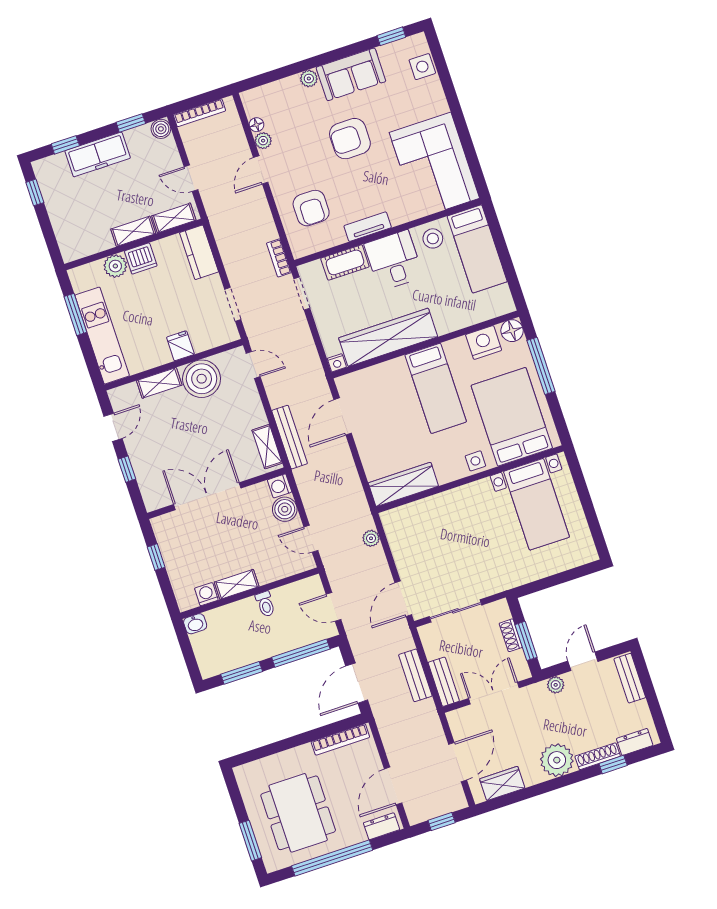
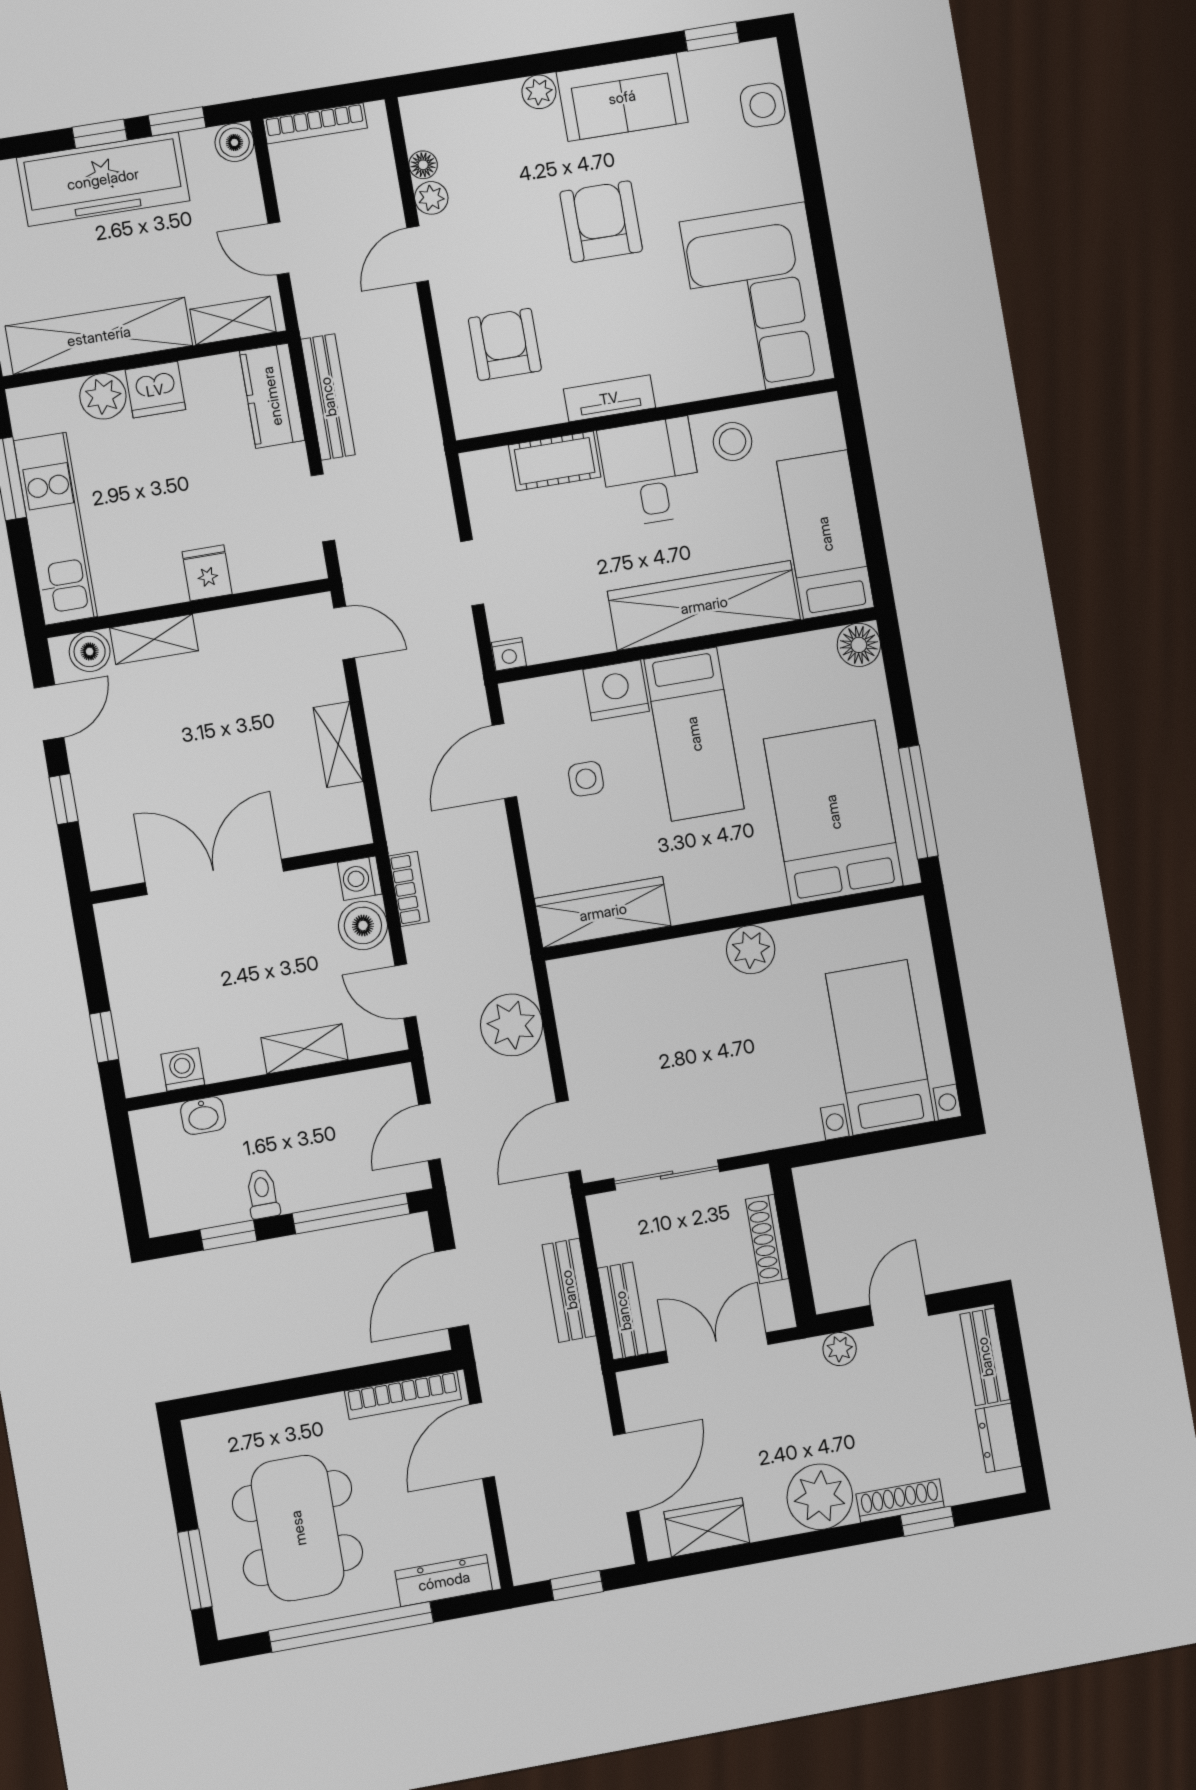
armchair: (350, 139) -> (601, 222), turned 90
window: (65, 145) -> (100, 134), moved
freezer: (98, 154) -> (103, 179), width x1.36, depth x1.26
armchair: (311, 208) -> (505, 344), turned 180
shelving: (133, 231) -> (99, 336), width x2.20, depth x1.33
bed: (477, 249) -> (825, 534), moved, turned 180
bookcase: (279, 258) -> (409, 889), moved, turned 180
doorway: (302, 294) -> (472, 573), moved
wardrobe: (388, 337) -> (704, 605), moved
nightstand: (484, 342) -> (616, 690), moved
window: (541, 366) -> (918, 802), moved
boiler: (202, 379) -> (90, 651), moved, width x0.54, depth x0.54
bench: (290, 437) -> (328, 397), moved
shelving: (267, 447) -> (338, 745), moved
side table: (475, 461) -> (586, 779), moved
plant: (481, 492) -> (751, 950), added
bed with nightstands: (536, 504) -> (880, 1047), moved, turned 180
plant: (371, 538) -> (512, 1025), width x1.88, depth x1.88
window: (156, 557) -> (104, 1037), moved
shelving: (237, 584) -> (304, 1049), moved
toilet: (265, 604) -> (263, 1194), moved, turned 180
door: (334, 607) -> (429, 1132), hinge flipped
washbasin: (195, 624) -> (203, 1116), moved
shoe rack: (511, 635) -> (767, 1239), width x1.43
window: (526, 641) -> (795, 1254), removed
window: (242, 673) -> (228, 1235), width x0.67
dresser: (635, 742) -> (999, 1438), moved, turned -90
door: (393, 786) -> (482, 1441), moved
dresser: (381, 826) -> (444, 1581), width x1.44

